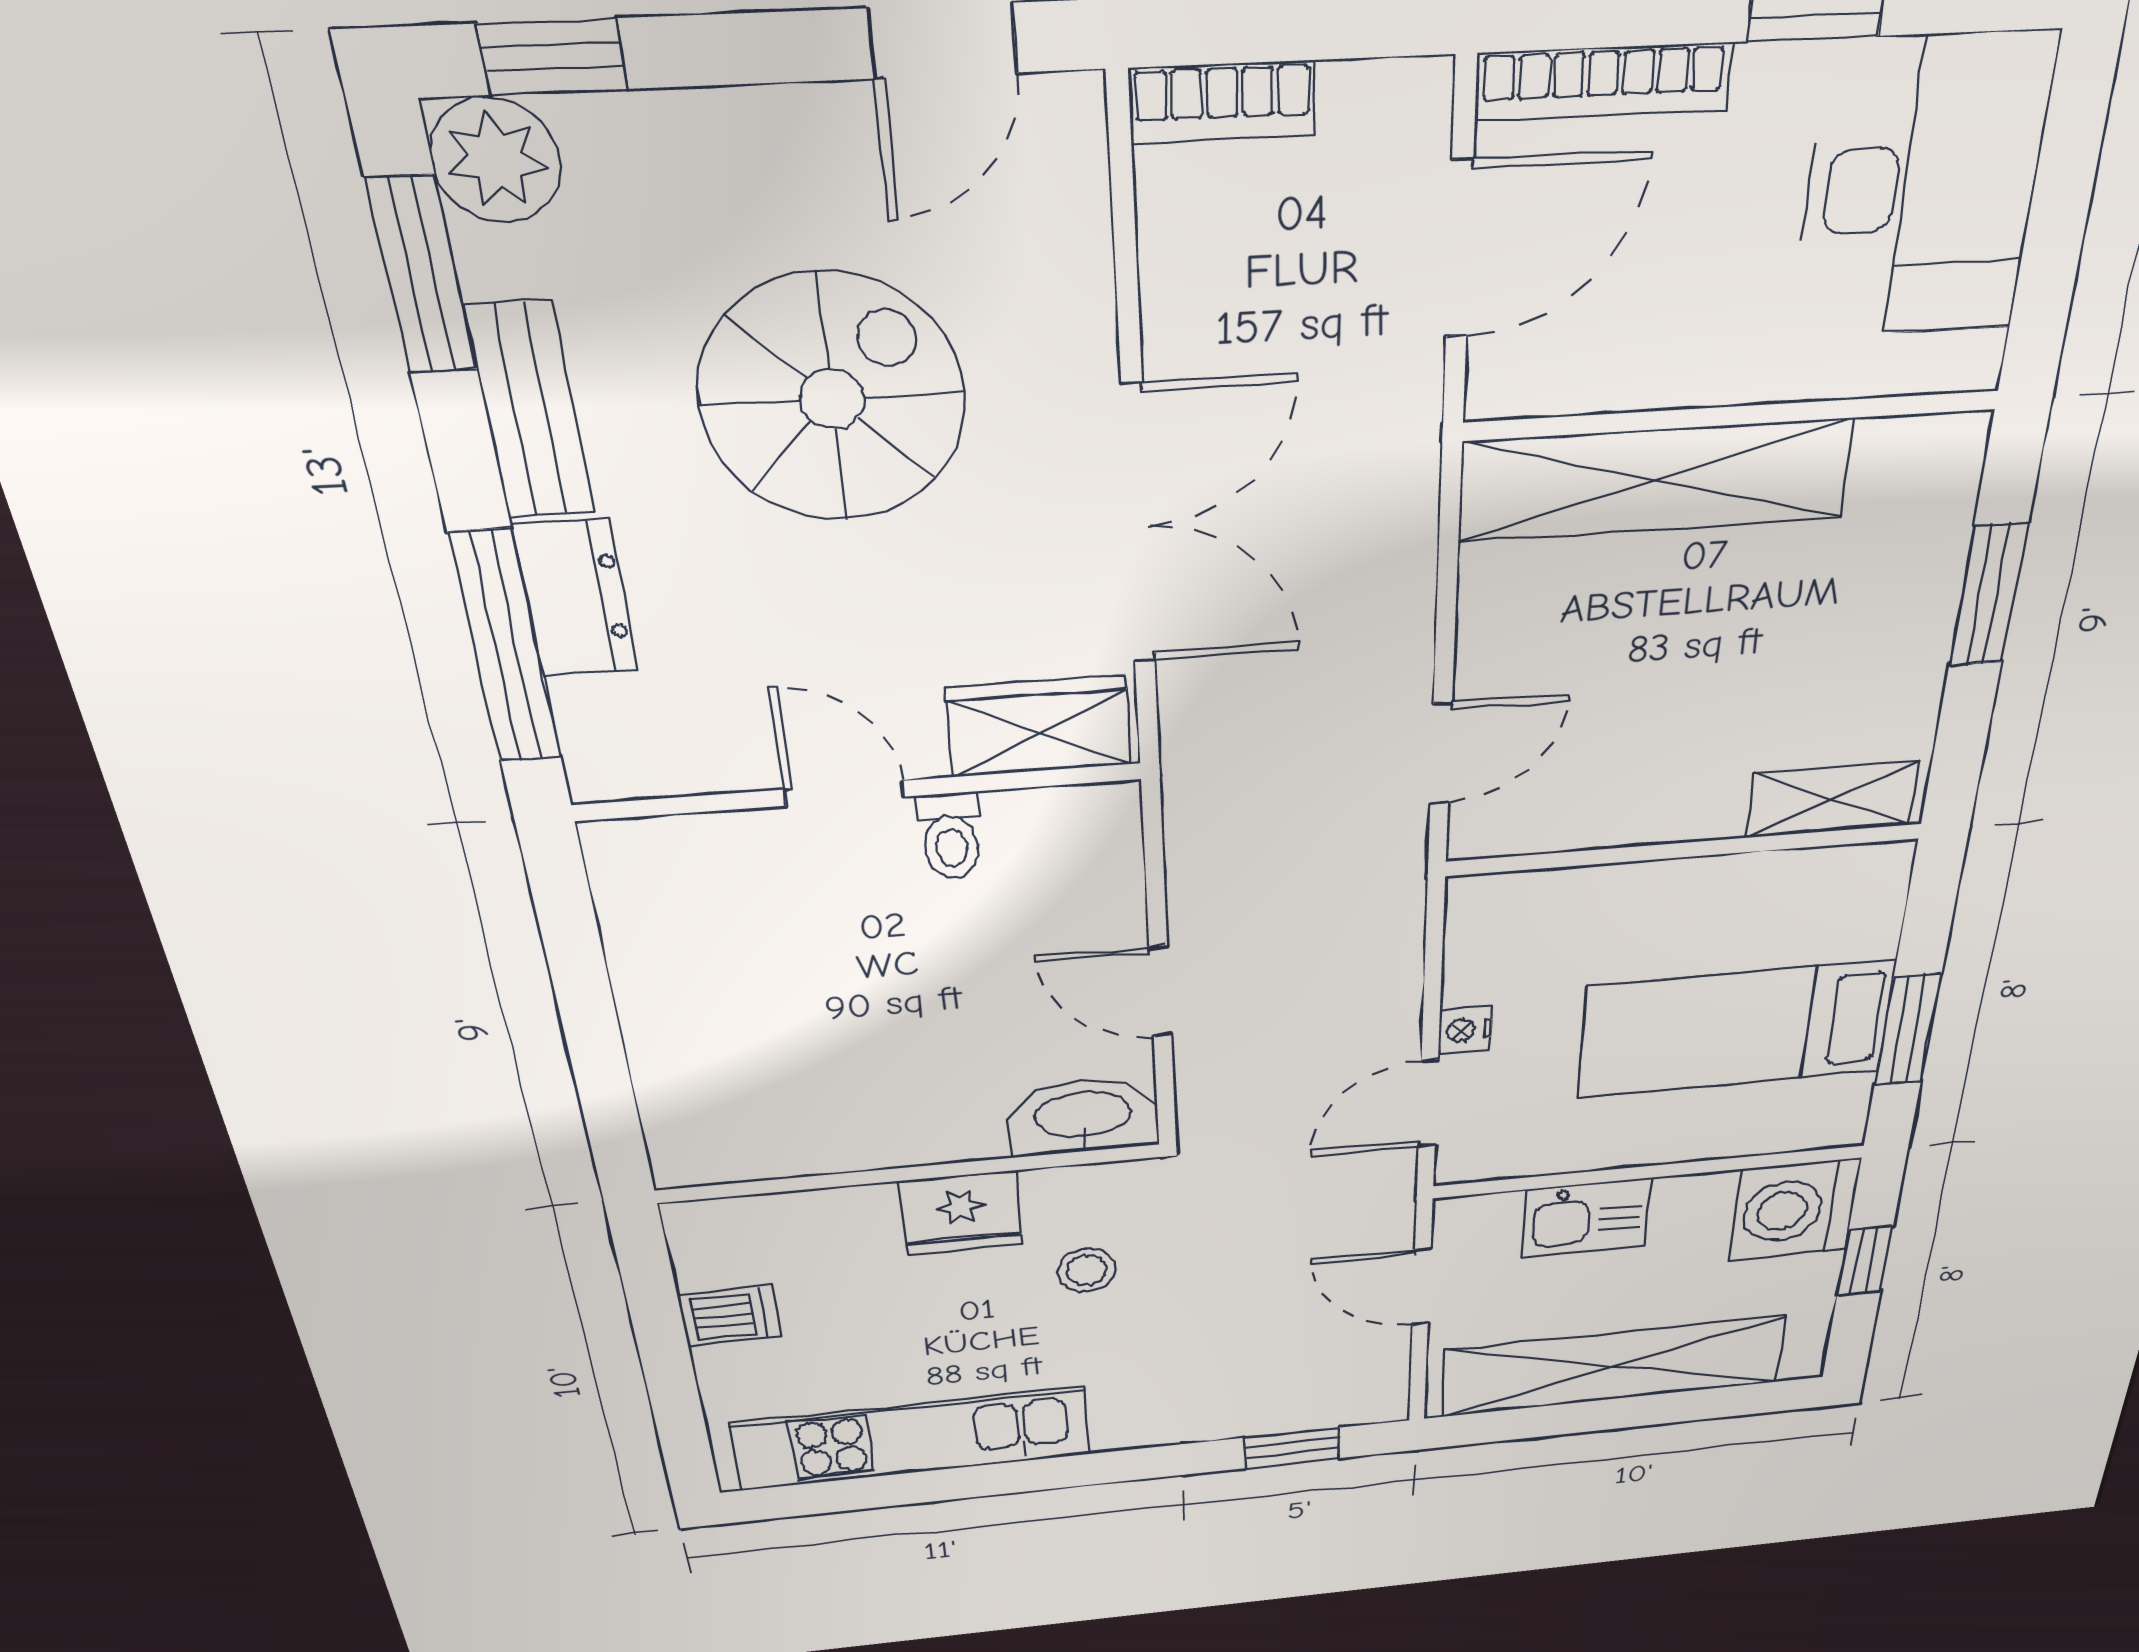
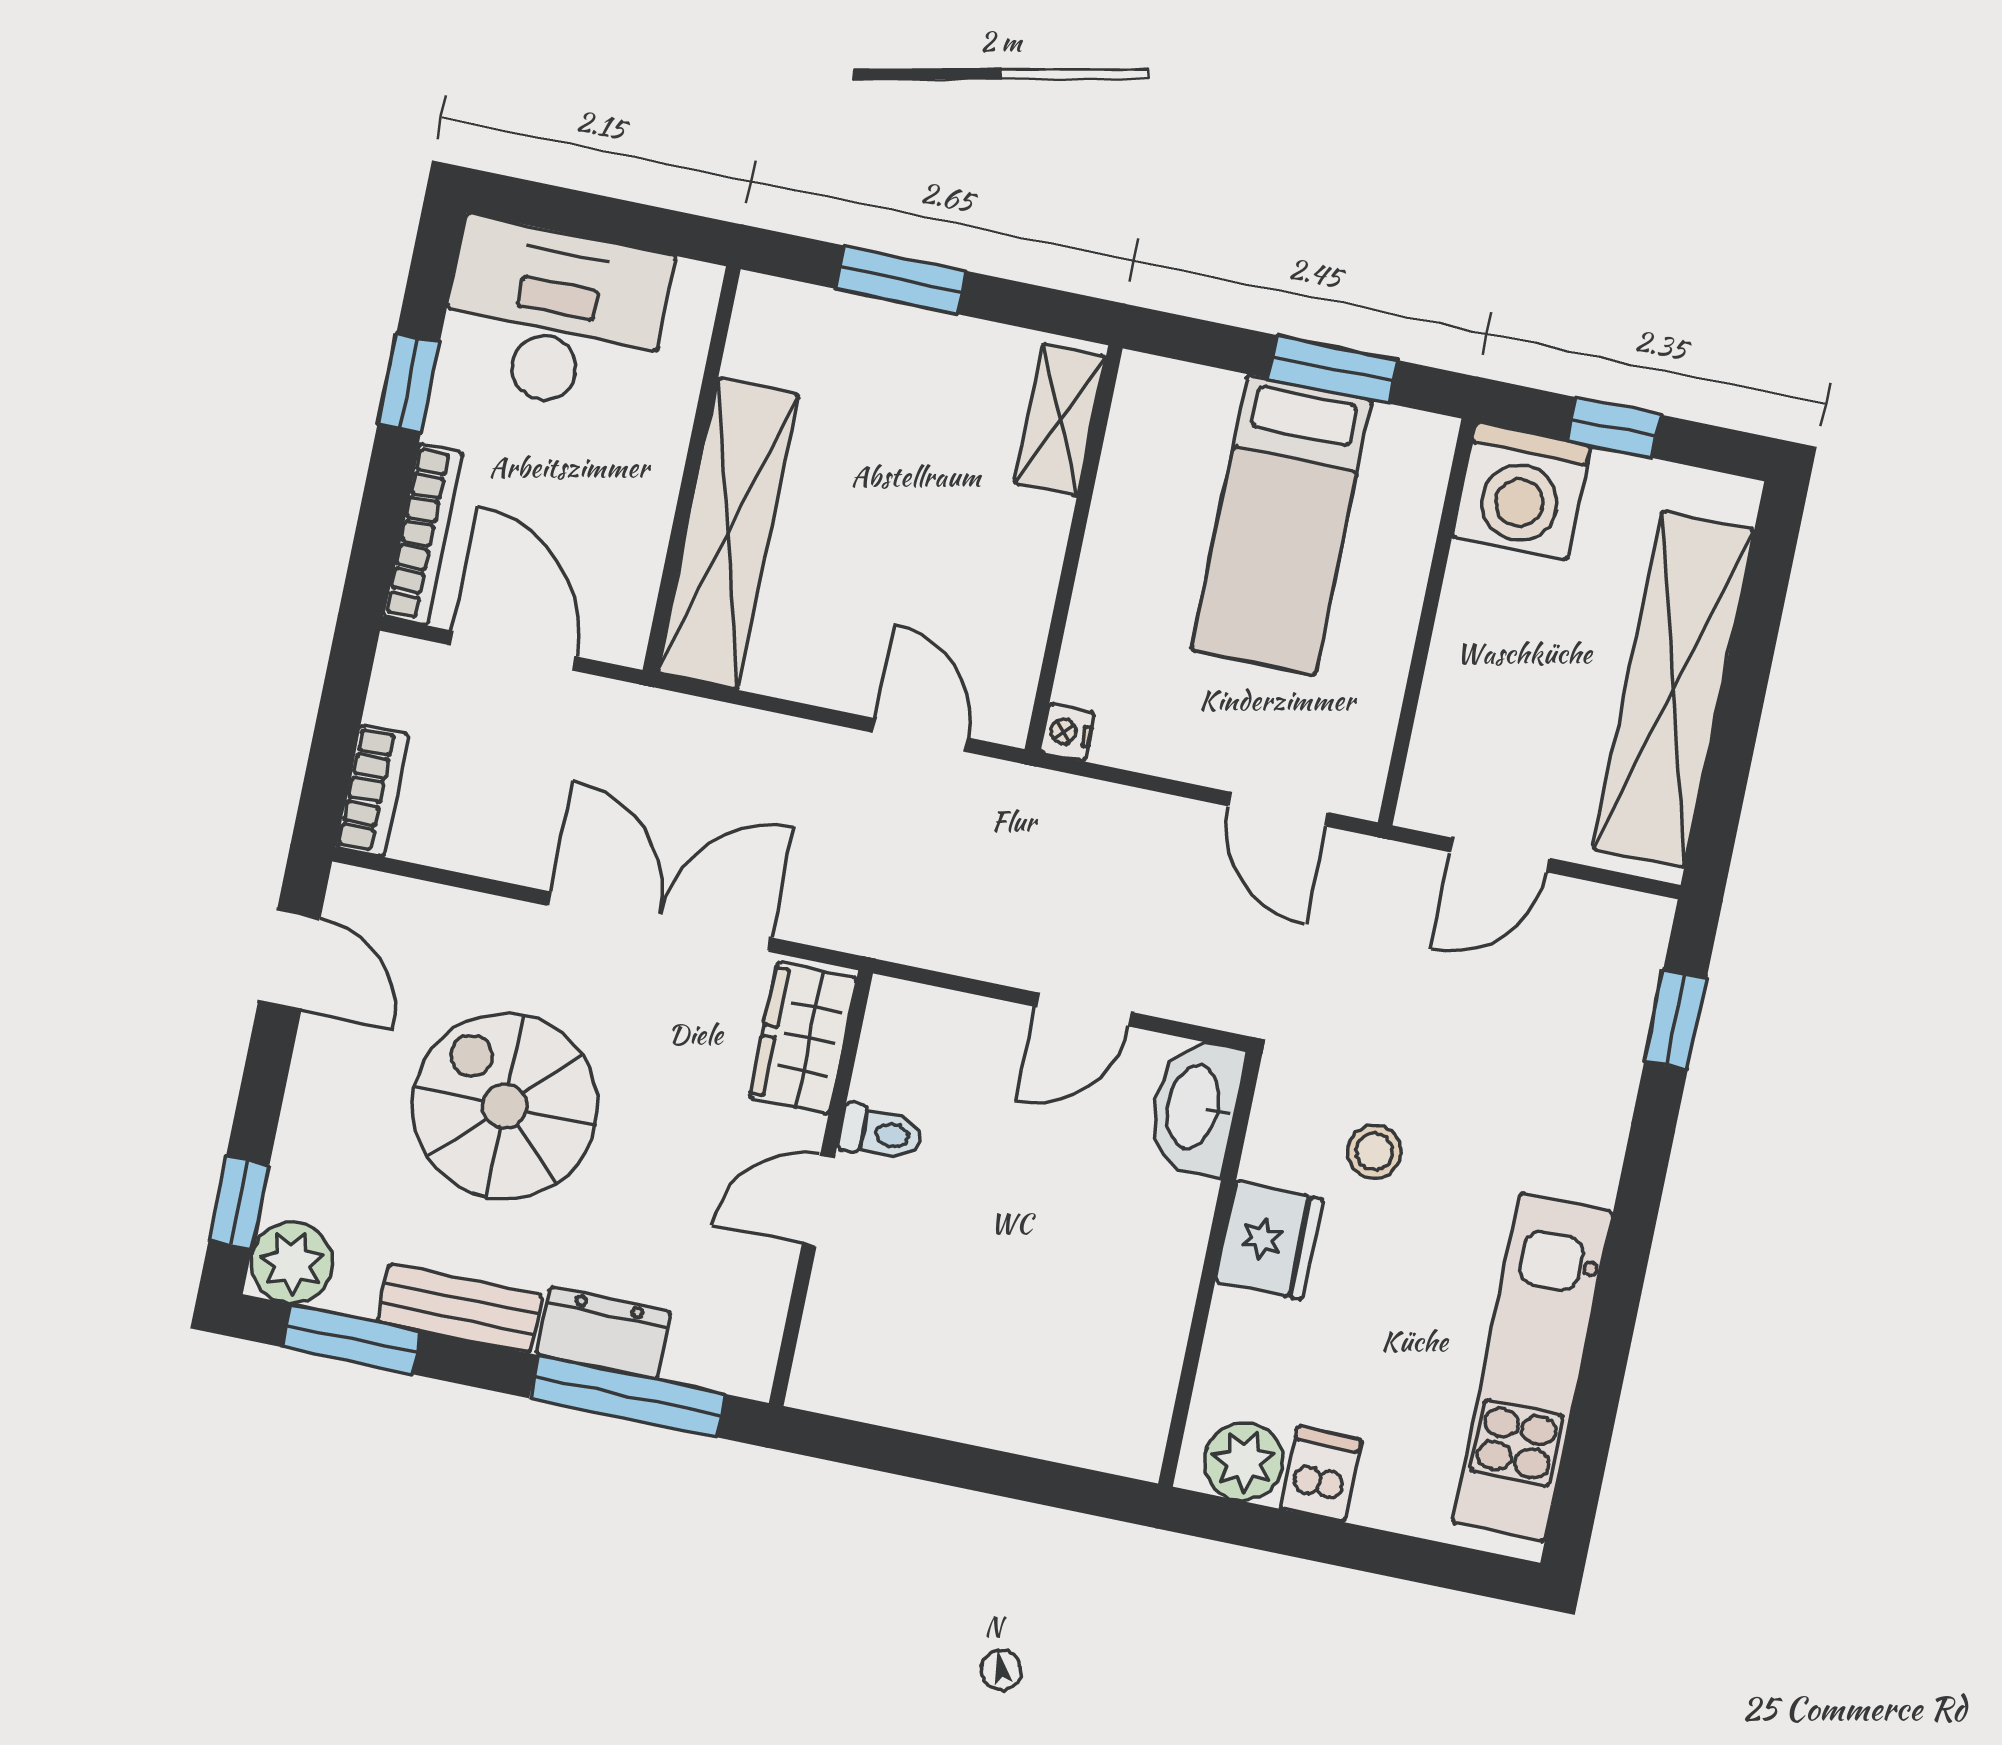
nightstand: (1465, 1030) -> (1067, 733), moved, turned 90
kitchen sink: (1586, 1218) -> (1465, 689), removed
plant: (713, 1253) -> (1244, 1462), added

